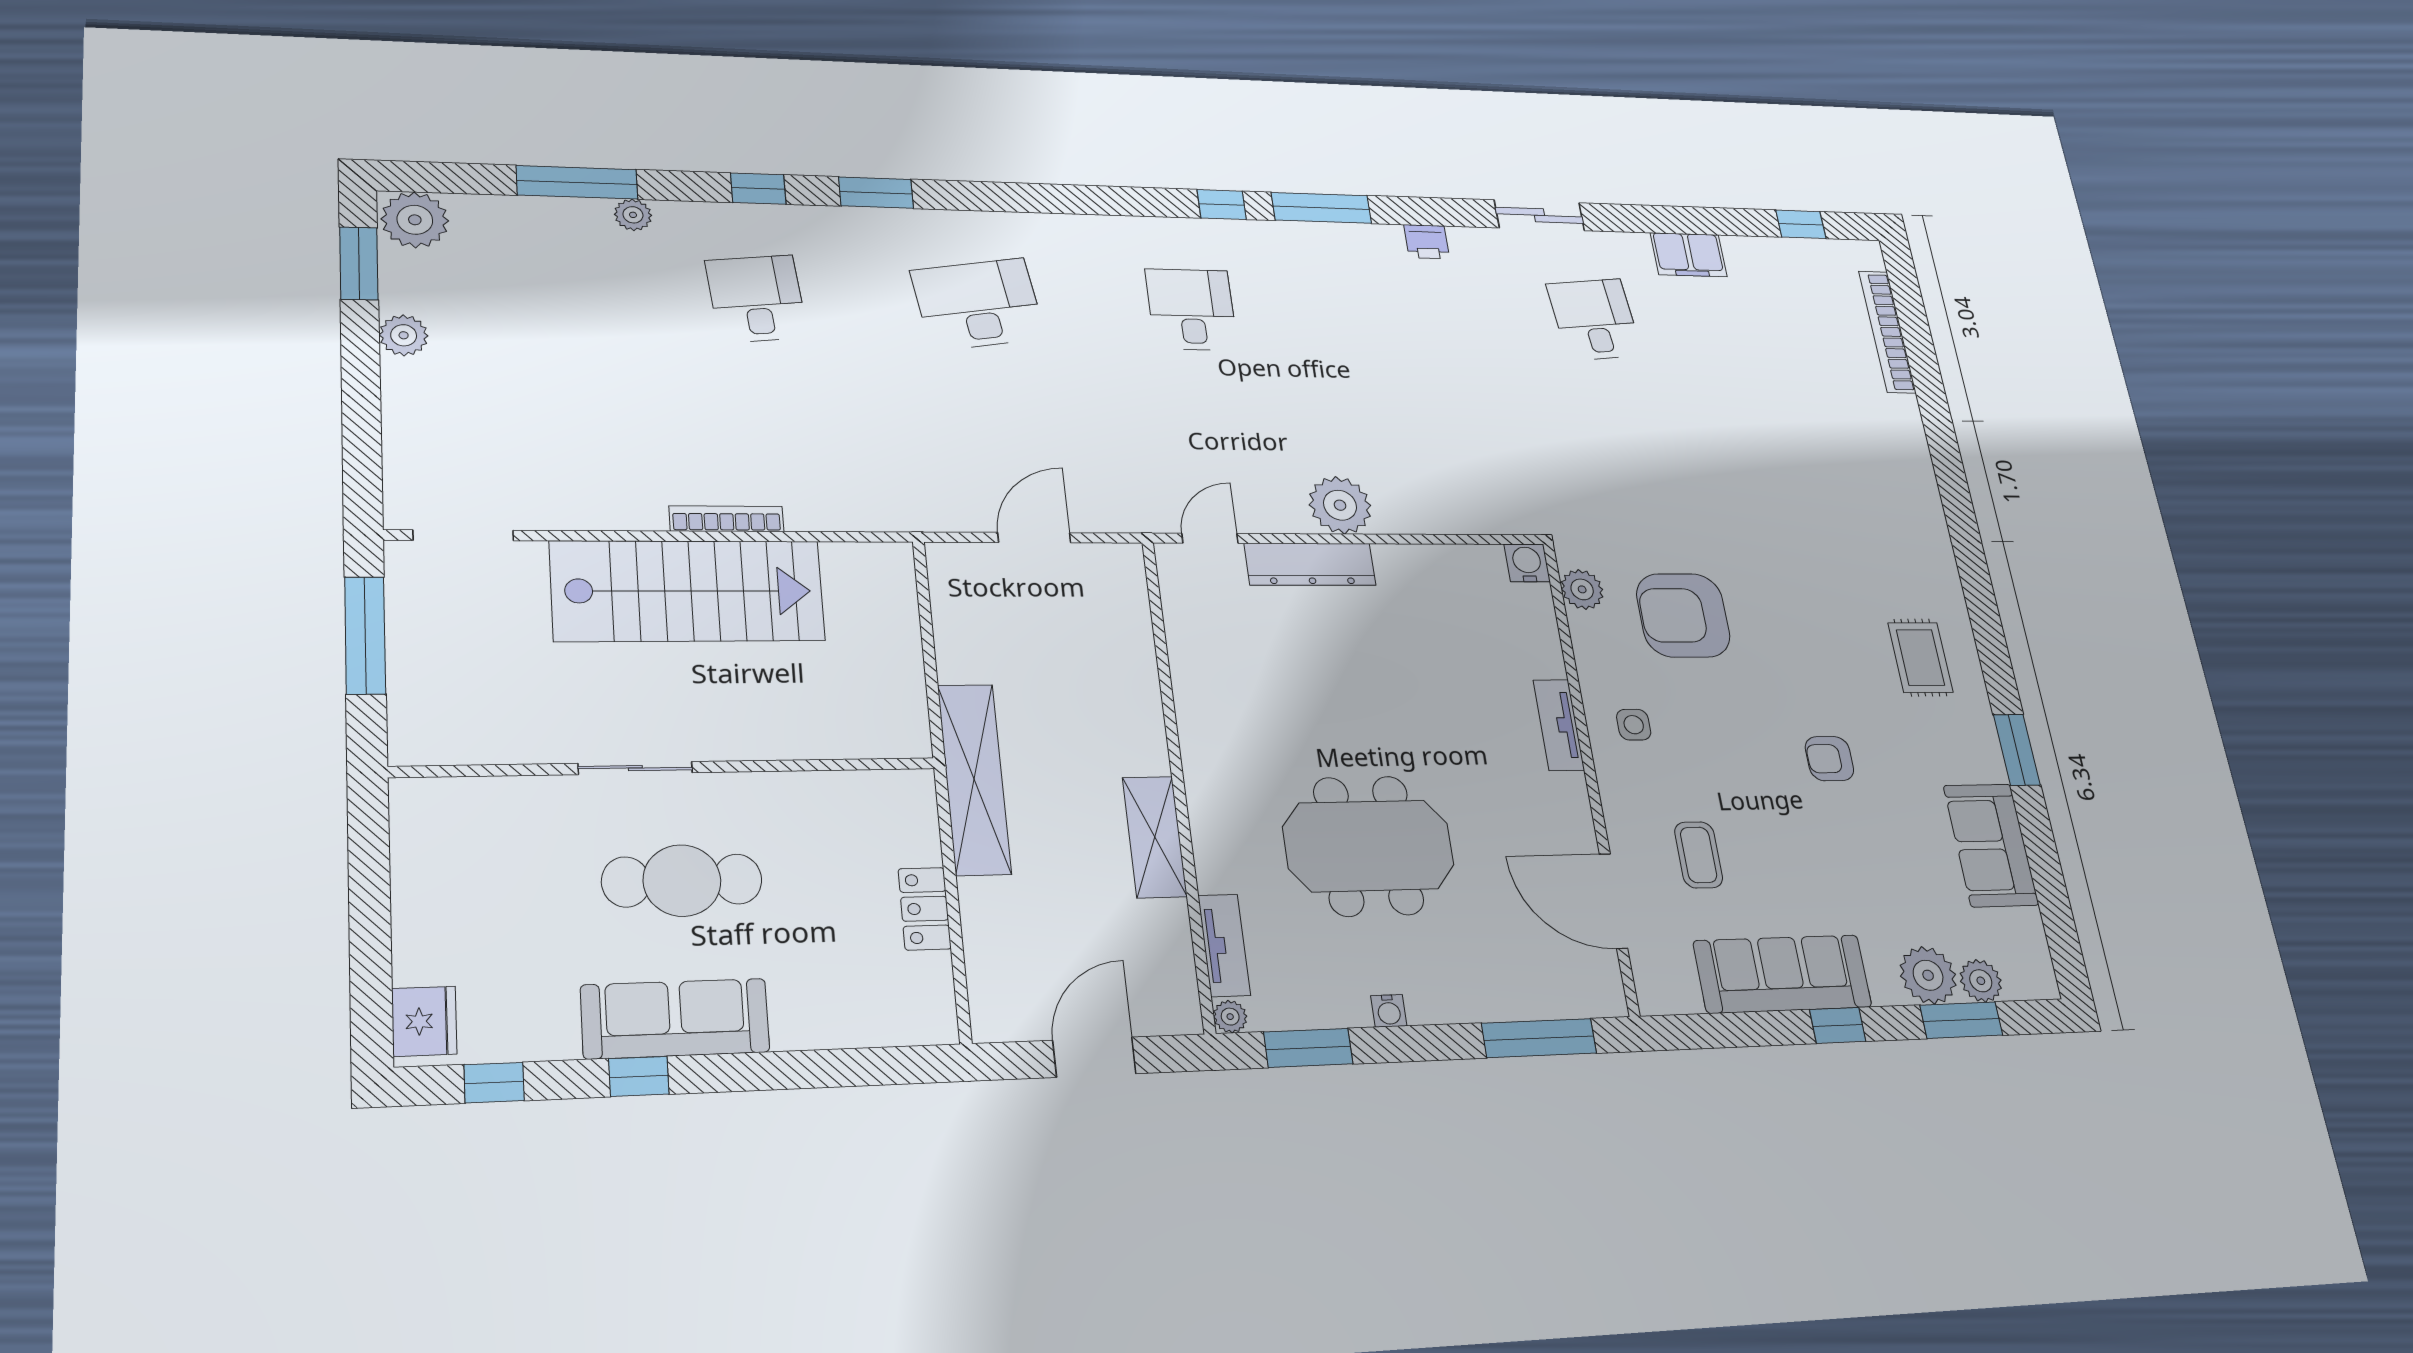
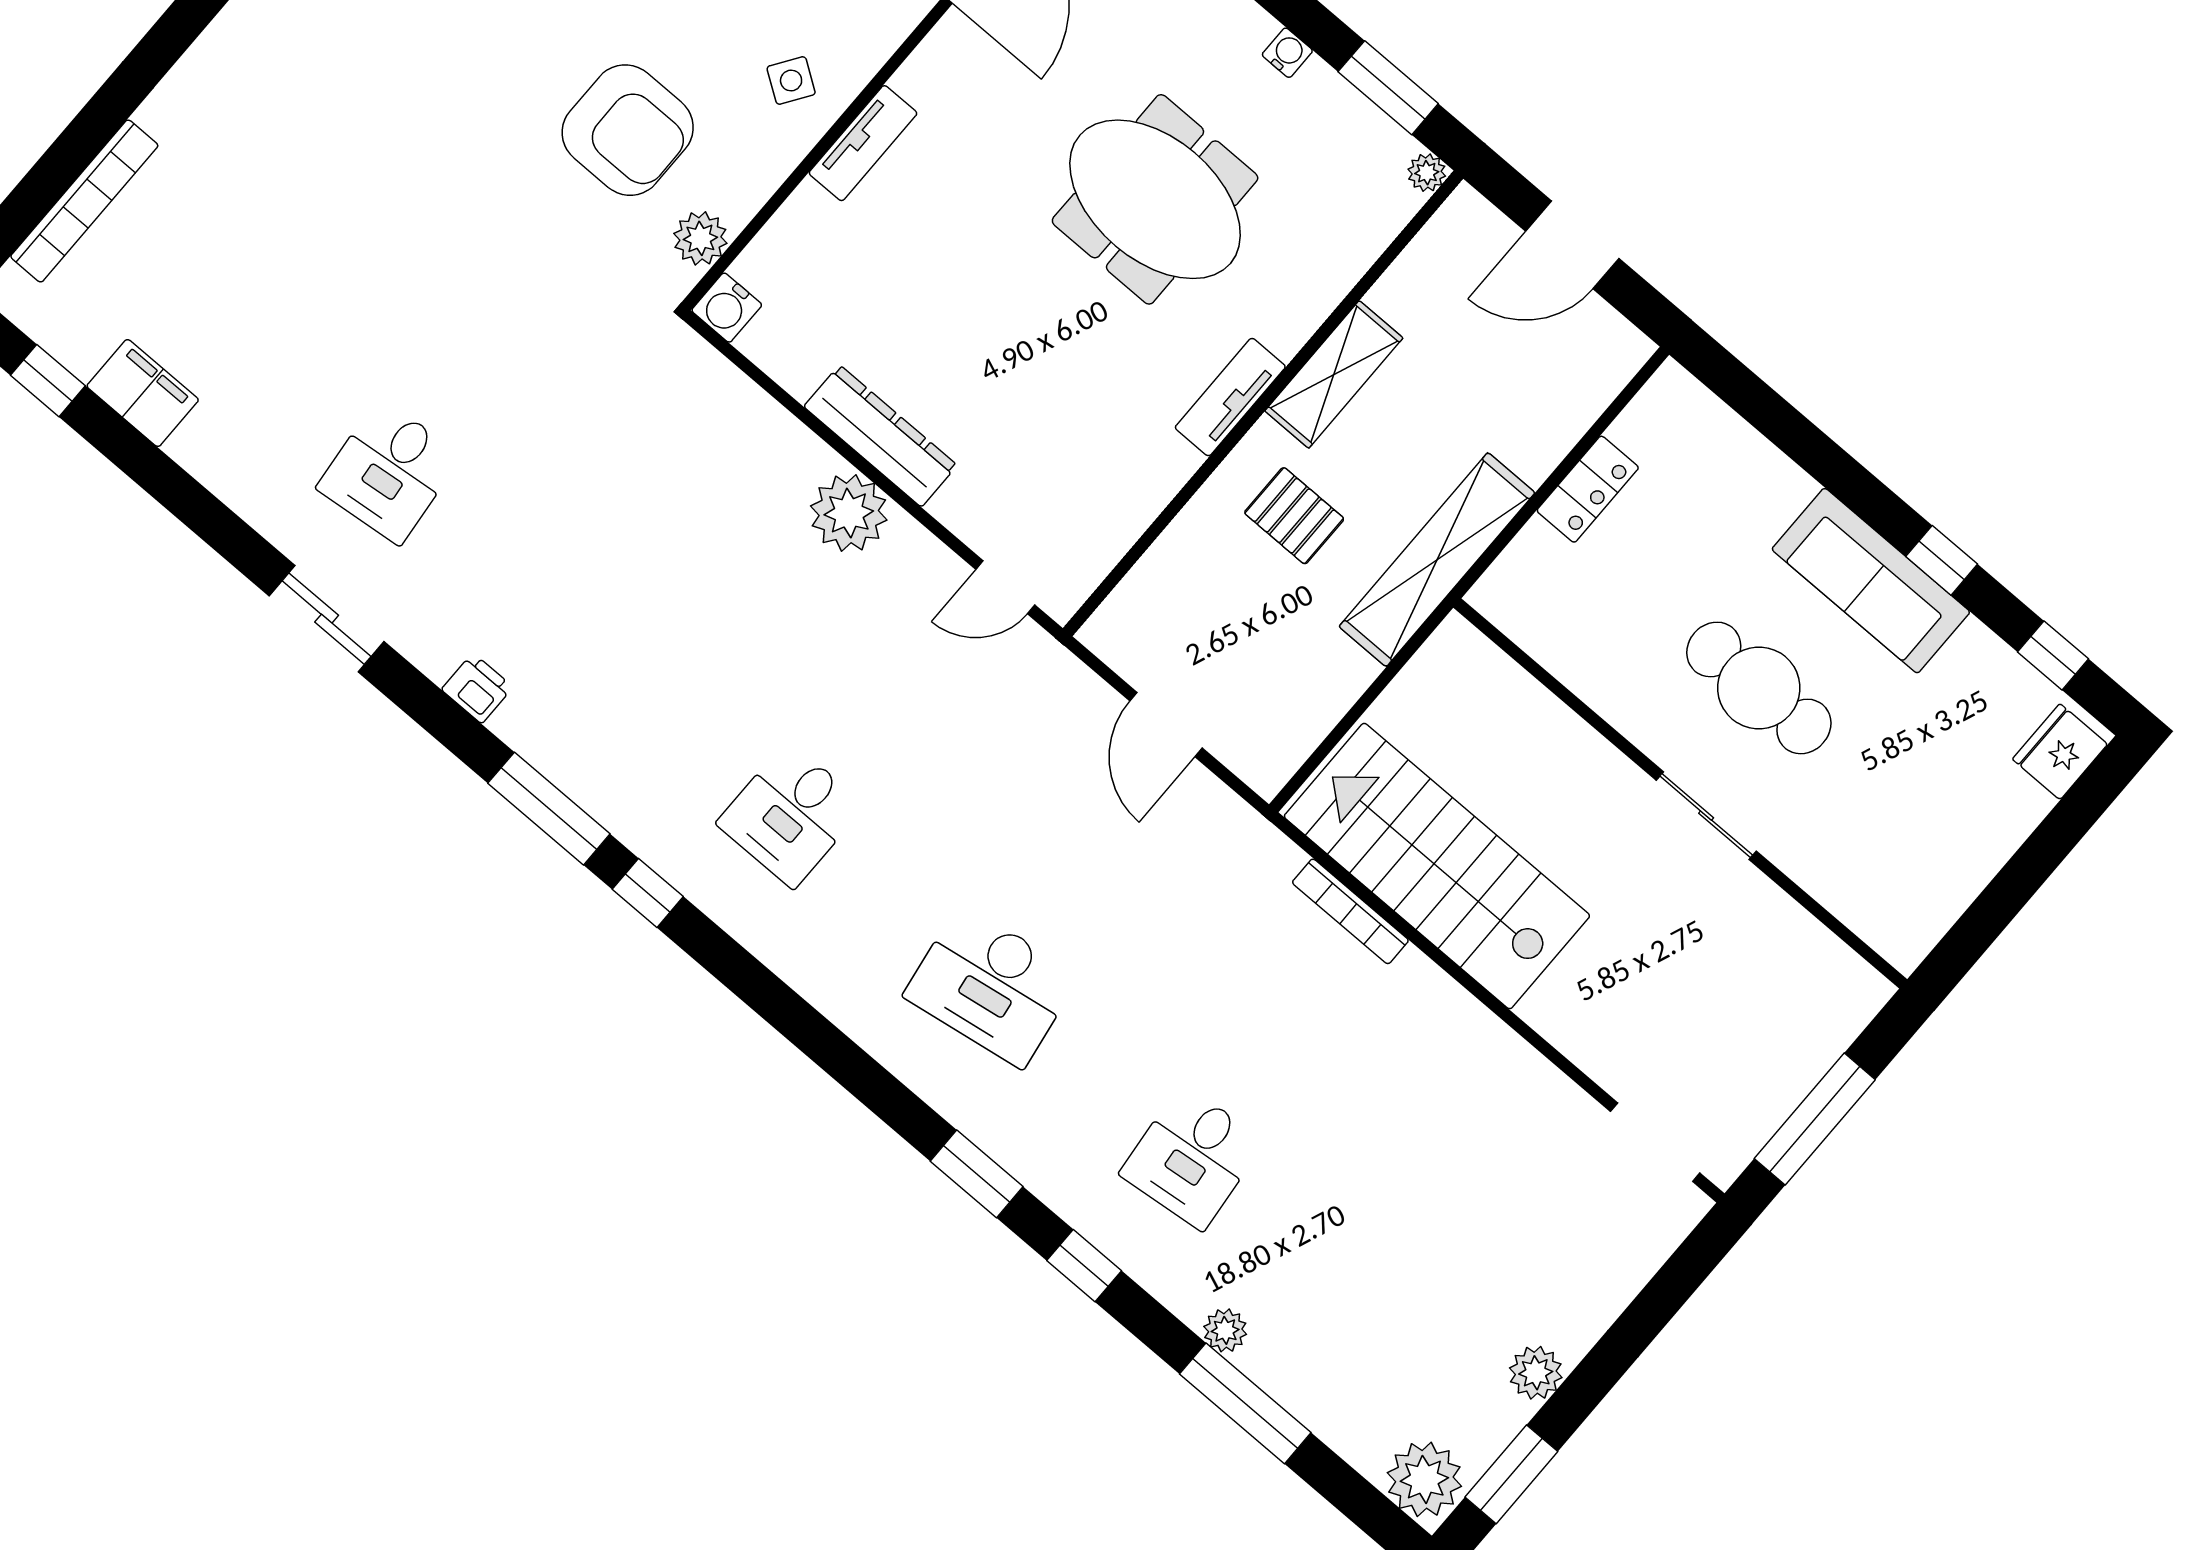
filing cabinet: (1689, 255) -> (143, 393), moved
bookcase: (727, 519) -> (1350, 911), moved
door: (1034, 538) -> (1166, 725), hinge flipped
dresser: (1310, 564) -> (880, 436), moved
stairs: (688, 591) -> (1437, 866), moved
side table: (1634, 725) -> (791, 80), turned 34
pallet: (1089, 729) -> (1294, 516), added
tv unit: (1224, 945) -> (1230, 397), moved

